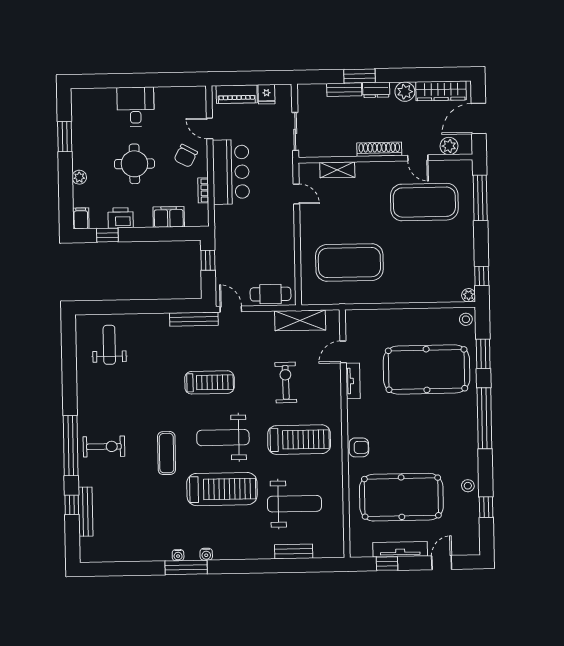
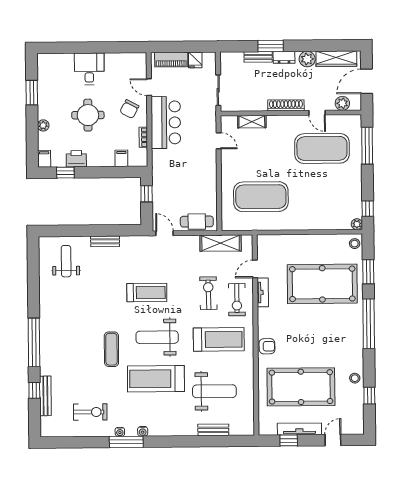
filing cabinet: (169, 217) -> (121, 158), width x0.50
bench: (194, 319) -> (105, 241), moved, width x0.73
exercise bike: (321, 390) -> (237, 300), added
exercise bike: (104, 447) -> (90, 412), moved
treadmill: (222, 489) -> (156, 379), turned 180

